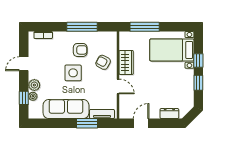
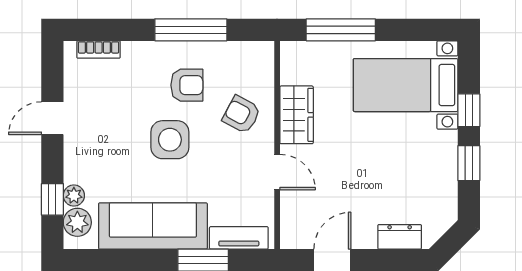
plant: (34, 85) -> (77, 222), moved

